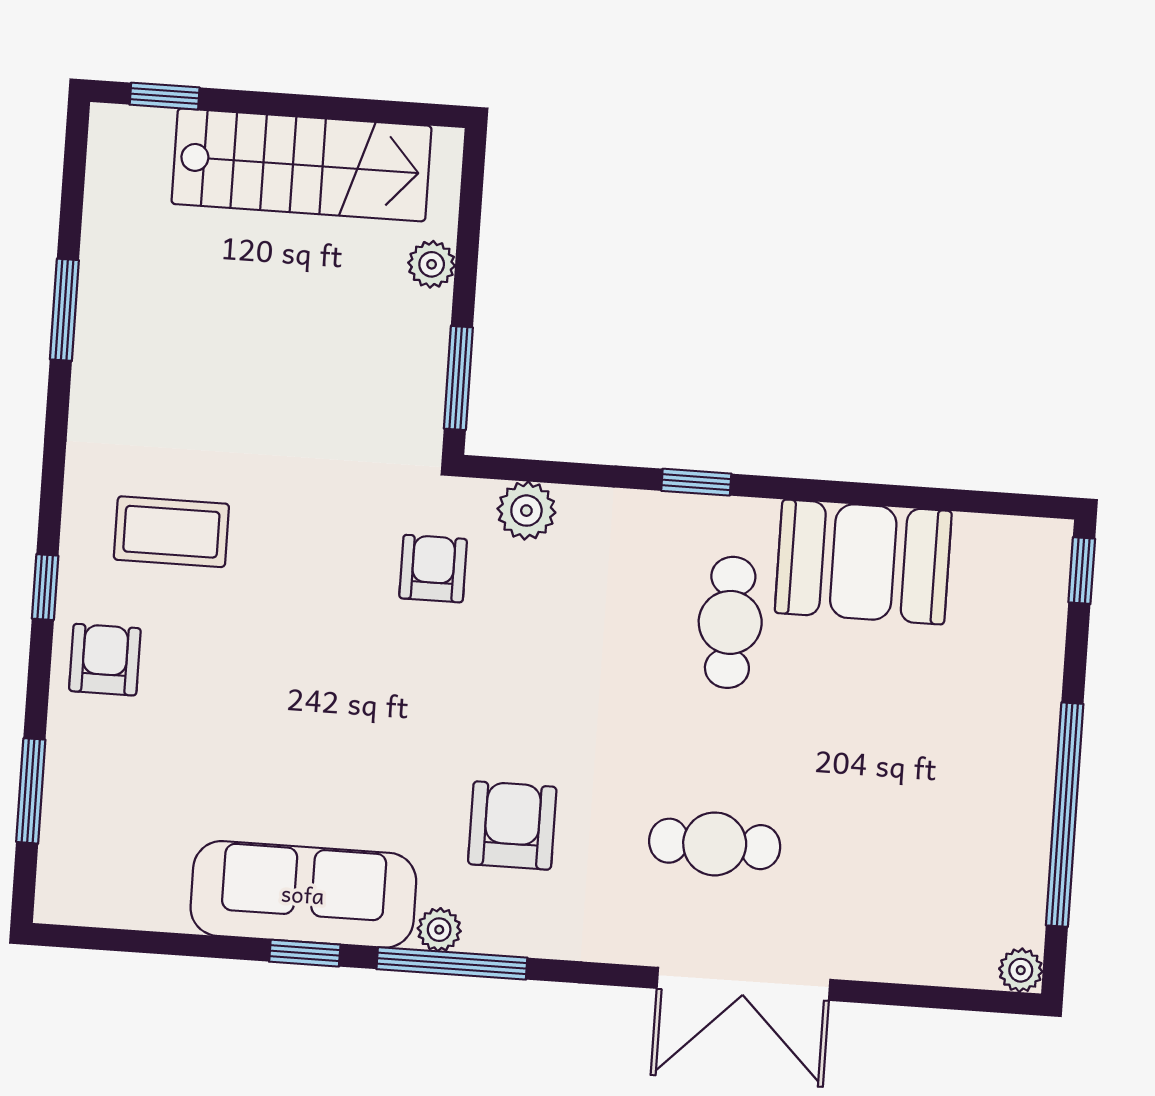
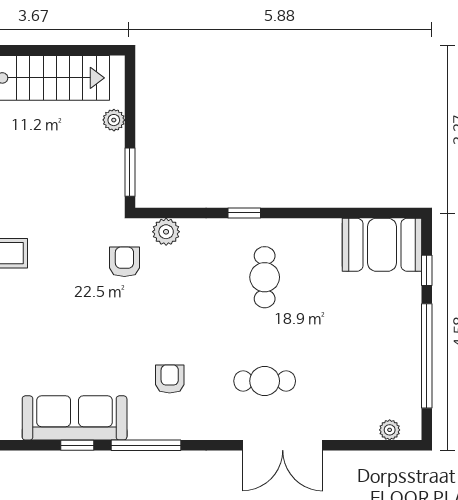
booth: (863, 562) -> (382, 245), moved
window: (1082, 571) -> (427, 270), moved
armchair: (512, 826) -> (170, 379), width x0.72, depth x0.72
plant: (439, 930) -> (139, 430), removed
plant: (1021, 970) -> (390, 430), moved

